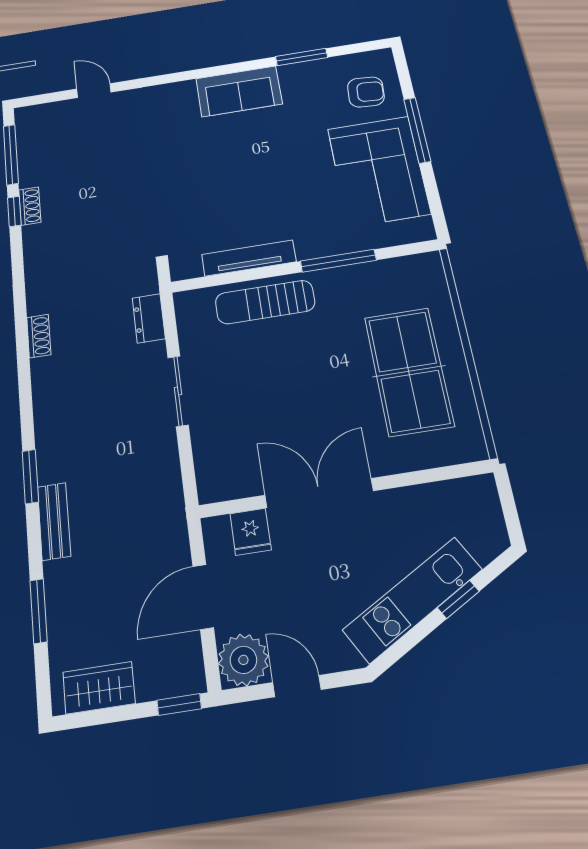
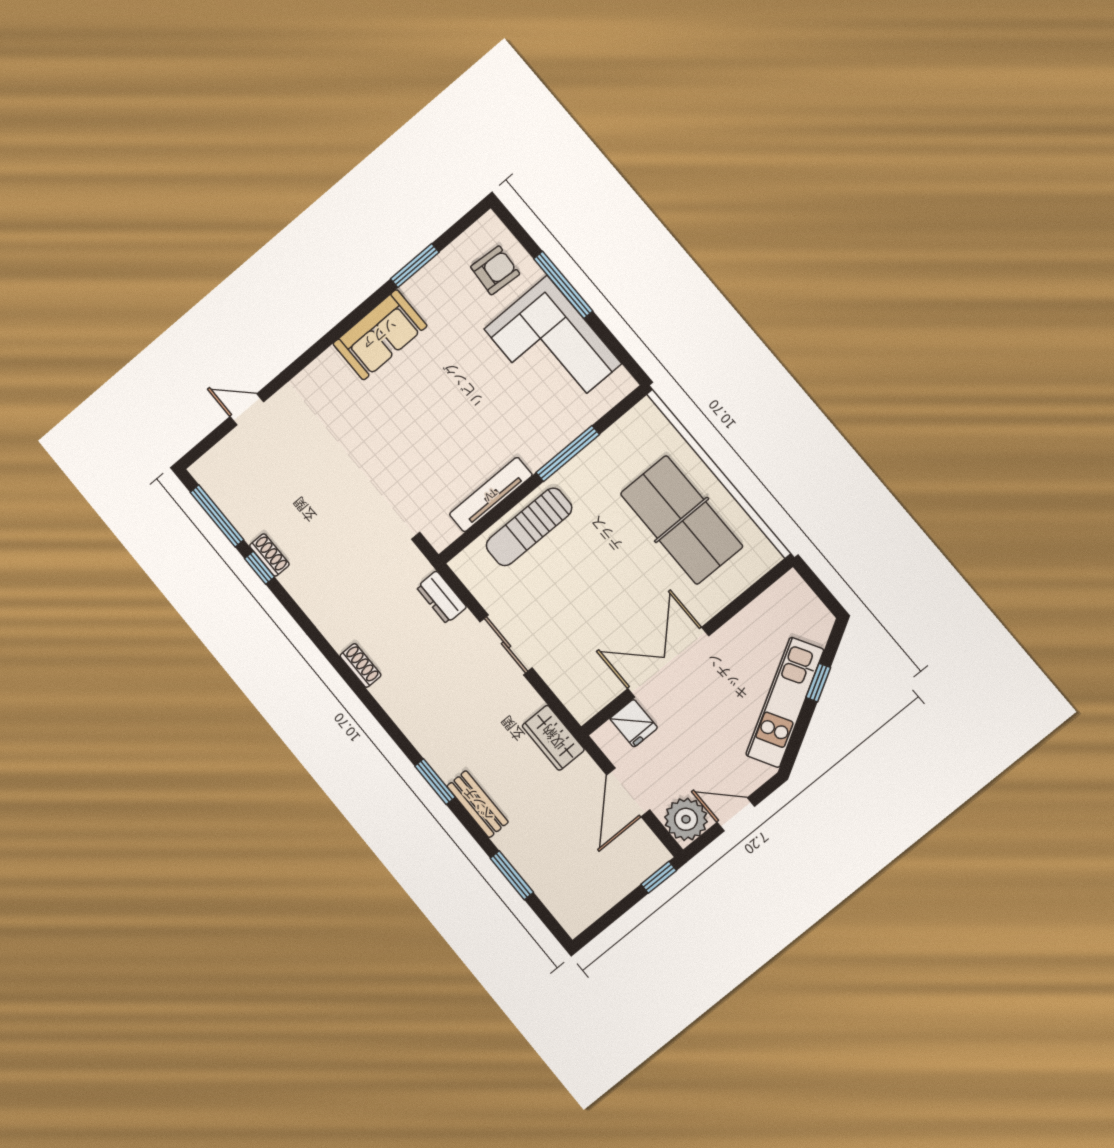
wardrobe: (99, 688) -> (553, 738), moved, turned -90

